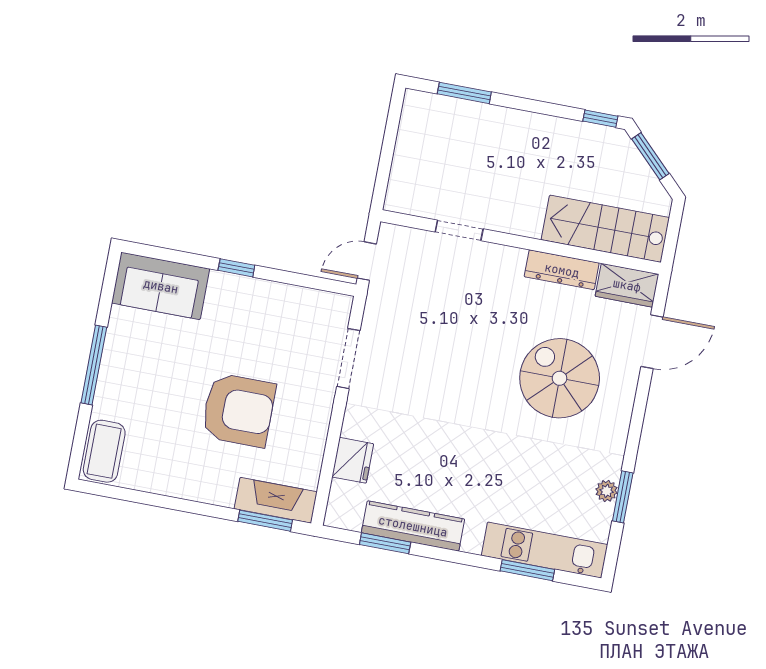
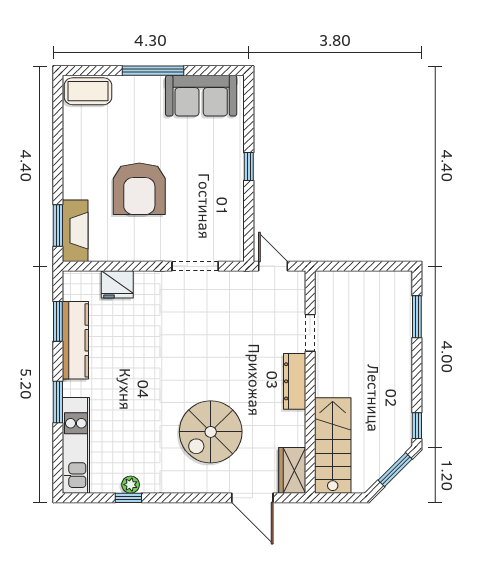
dresser: (562, 270) -> (295, 381), moved
sofa: (161, 286) -> (201, 96), moved, turned -90
spiral stairs: (560, 378) -> (211, 432), turned 180
window: (623, 497) -> (128, 498), width x0.67
window: (527, 570) -> (58, 402), moved

